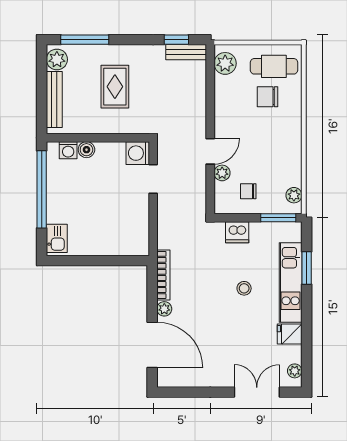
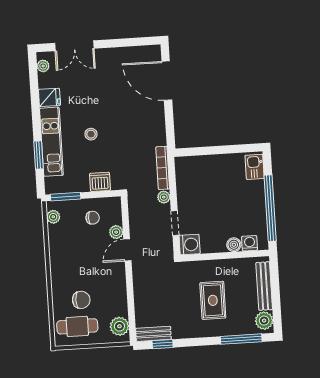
bookcase: (163, 275) -> (163, 168), moved
plant: (164, 309) -> (164, 197), moved

